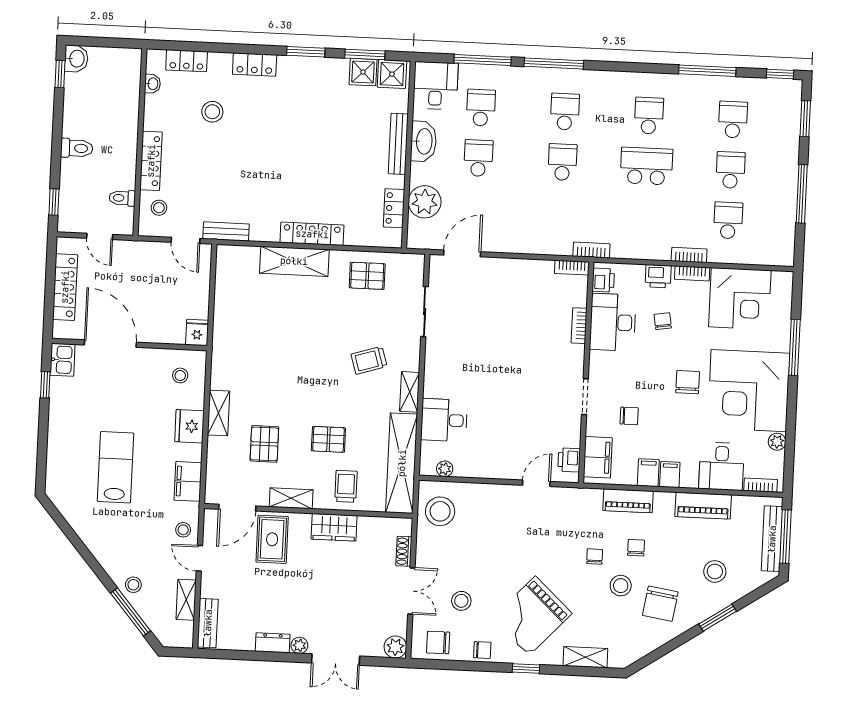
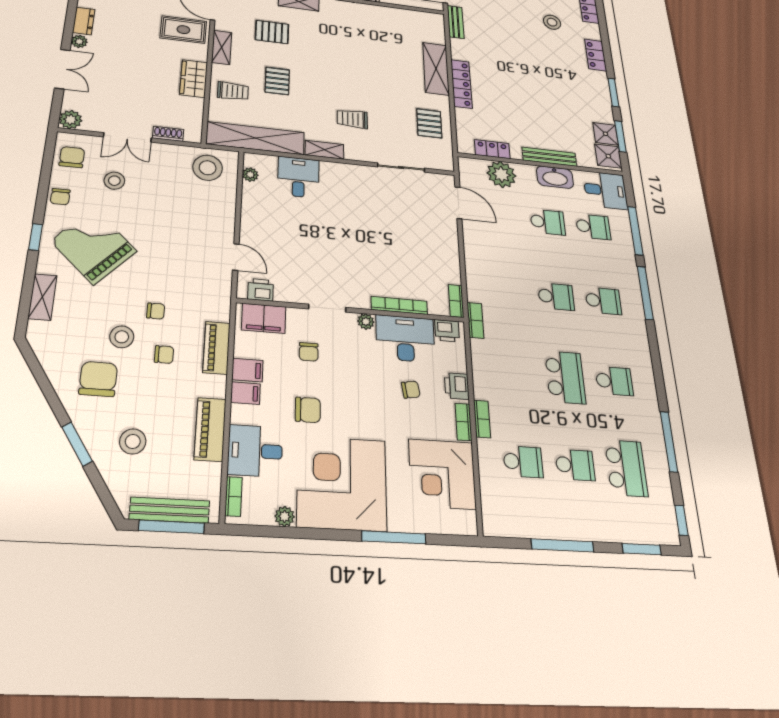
school desk: (733, 120) -> (626, 468), width x1.85
bookcase: (579, 326) -> (399, 305), width x1.56
trolley: (369, 360) -> (352, 119), turned -73
plant: (597, 360) -> (366, 322), added
chair: (688, 382) -> (308, 410), moved
chair: (660, 604) -> (98, 379), turned 81
double door: (336, 660) -> (62, 69), swing flipped

